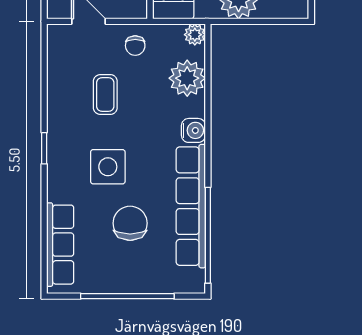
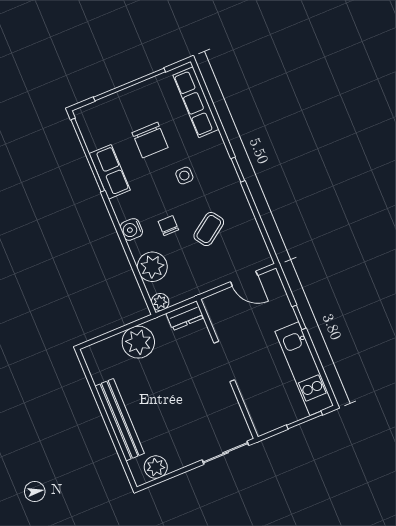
chair: (135, 46) -> (168, 226), moved
coffee table: (105, 94) -> (209, 229), turned 55
side table: (108, 167) -> (184, 176), width x0.54, depth x0.54
row of seats: (191, 206) -> (110, 172), width x0.50

